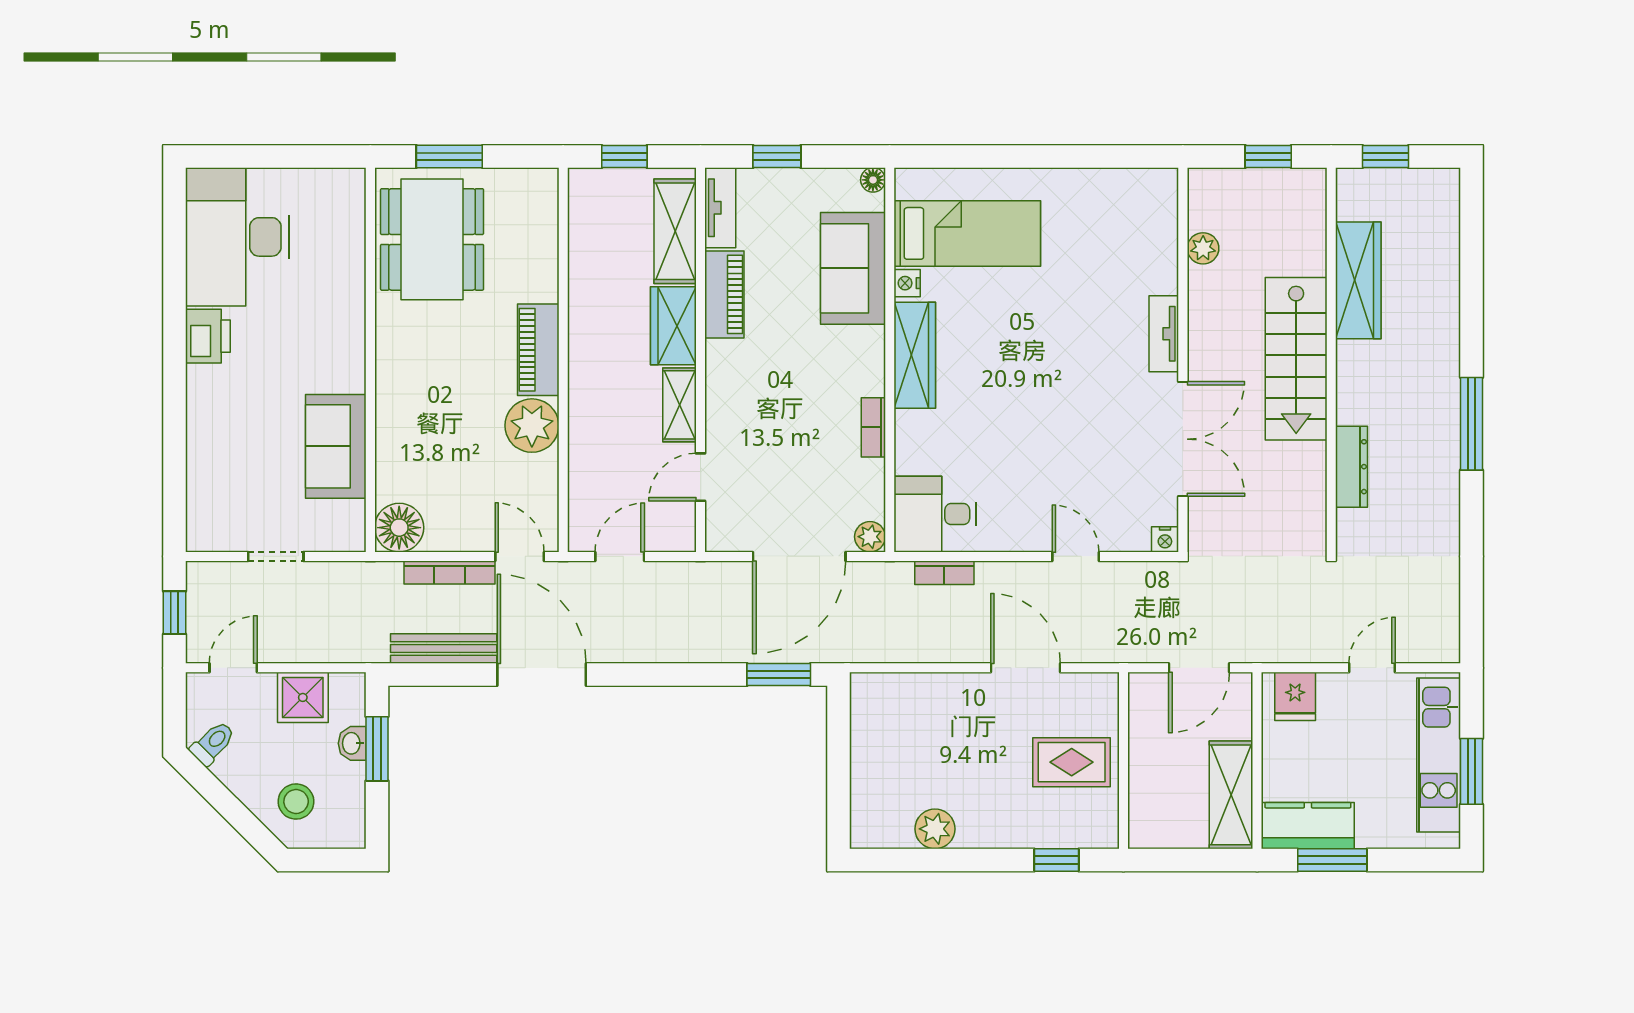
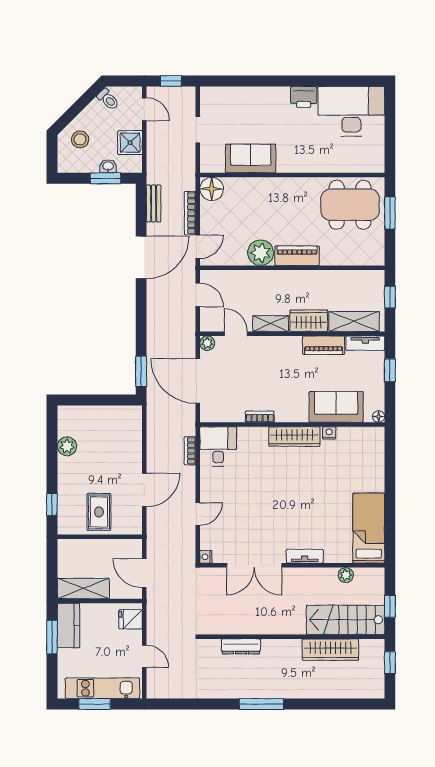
bed: (967, 233) -> (369, 528), moved, turned 180
stairs: (1296, 359) -> (345, 620), moved
plant: (870, 537) -> (207, 343), moved
bench: (444, 648) -> (154, 203), width x0.73

